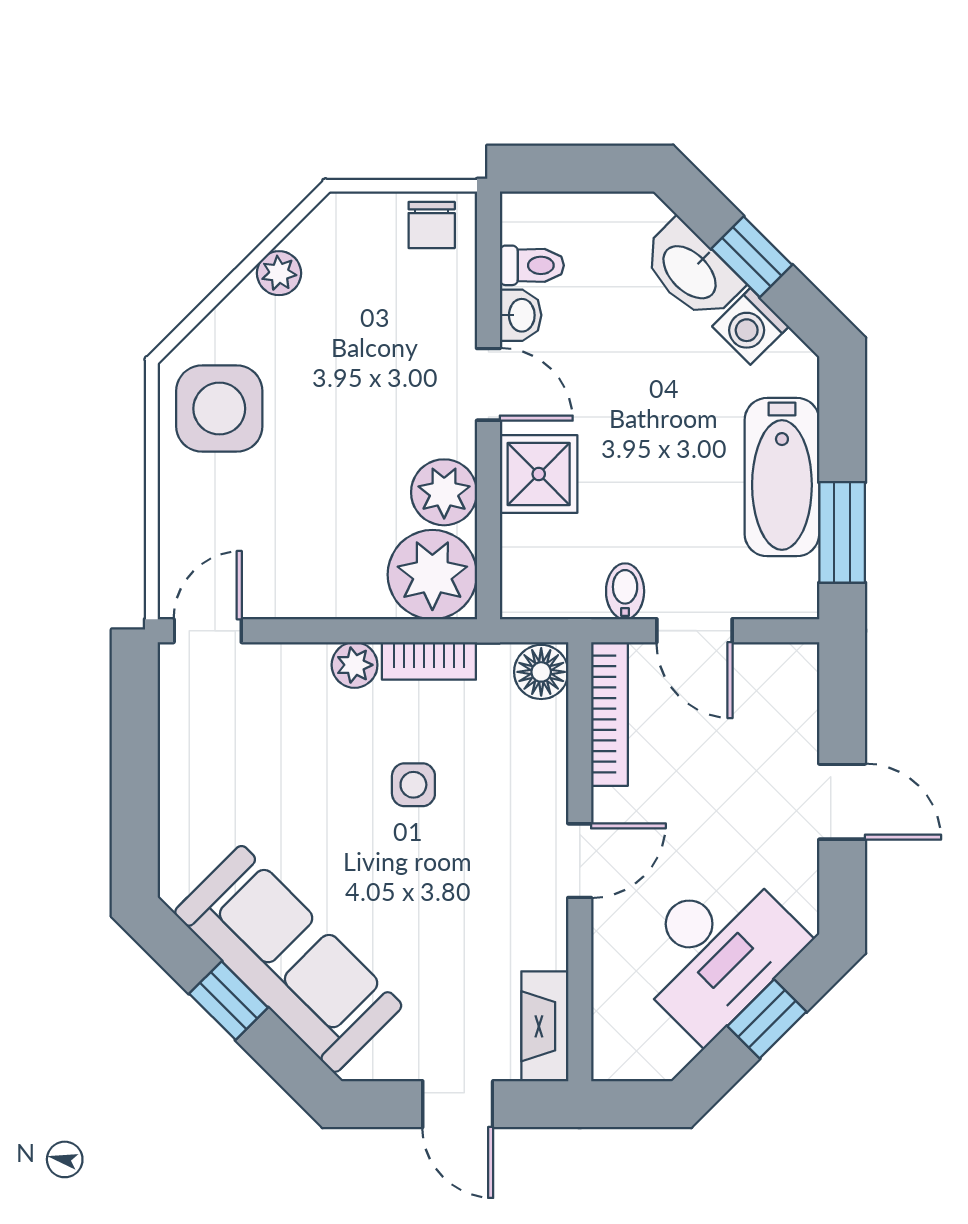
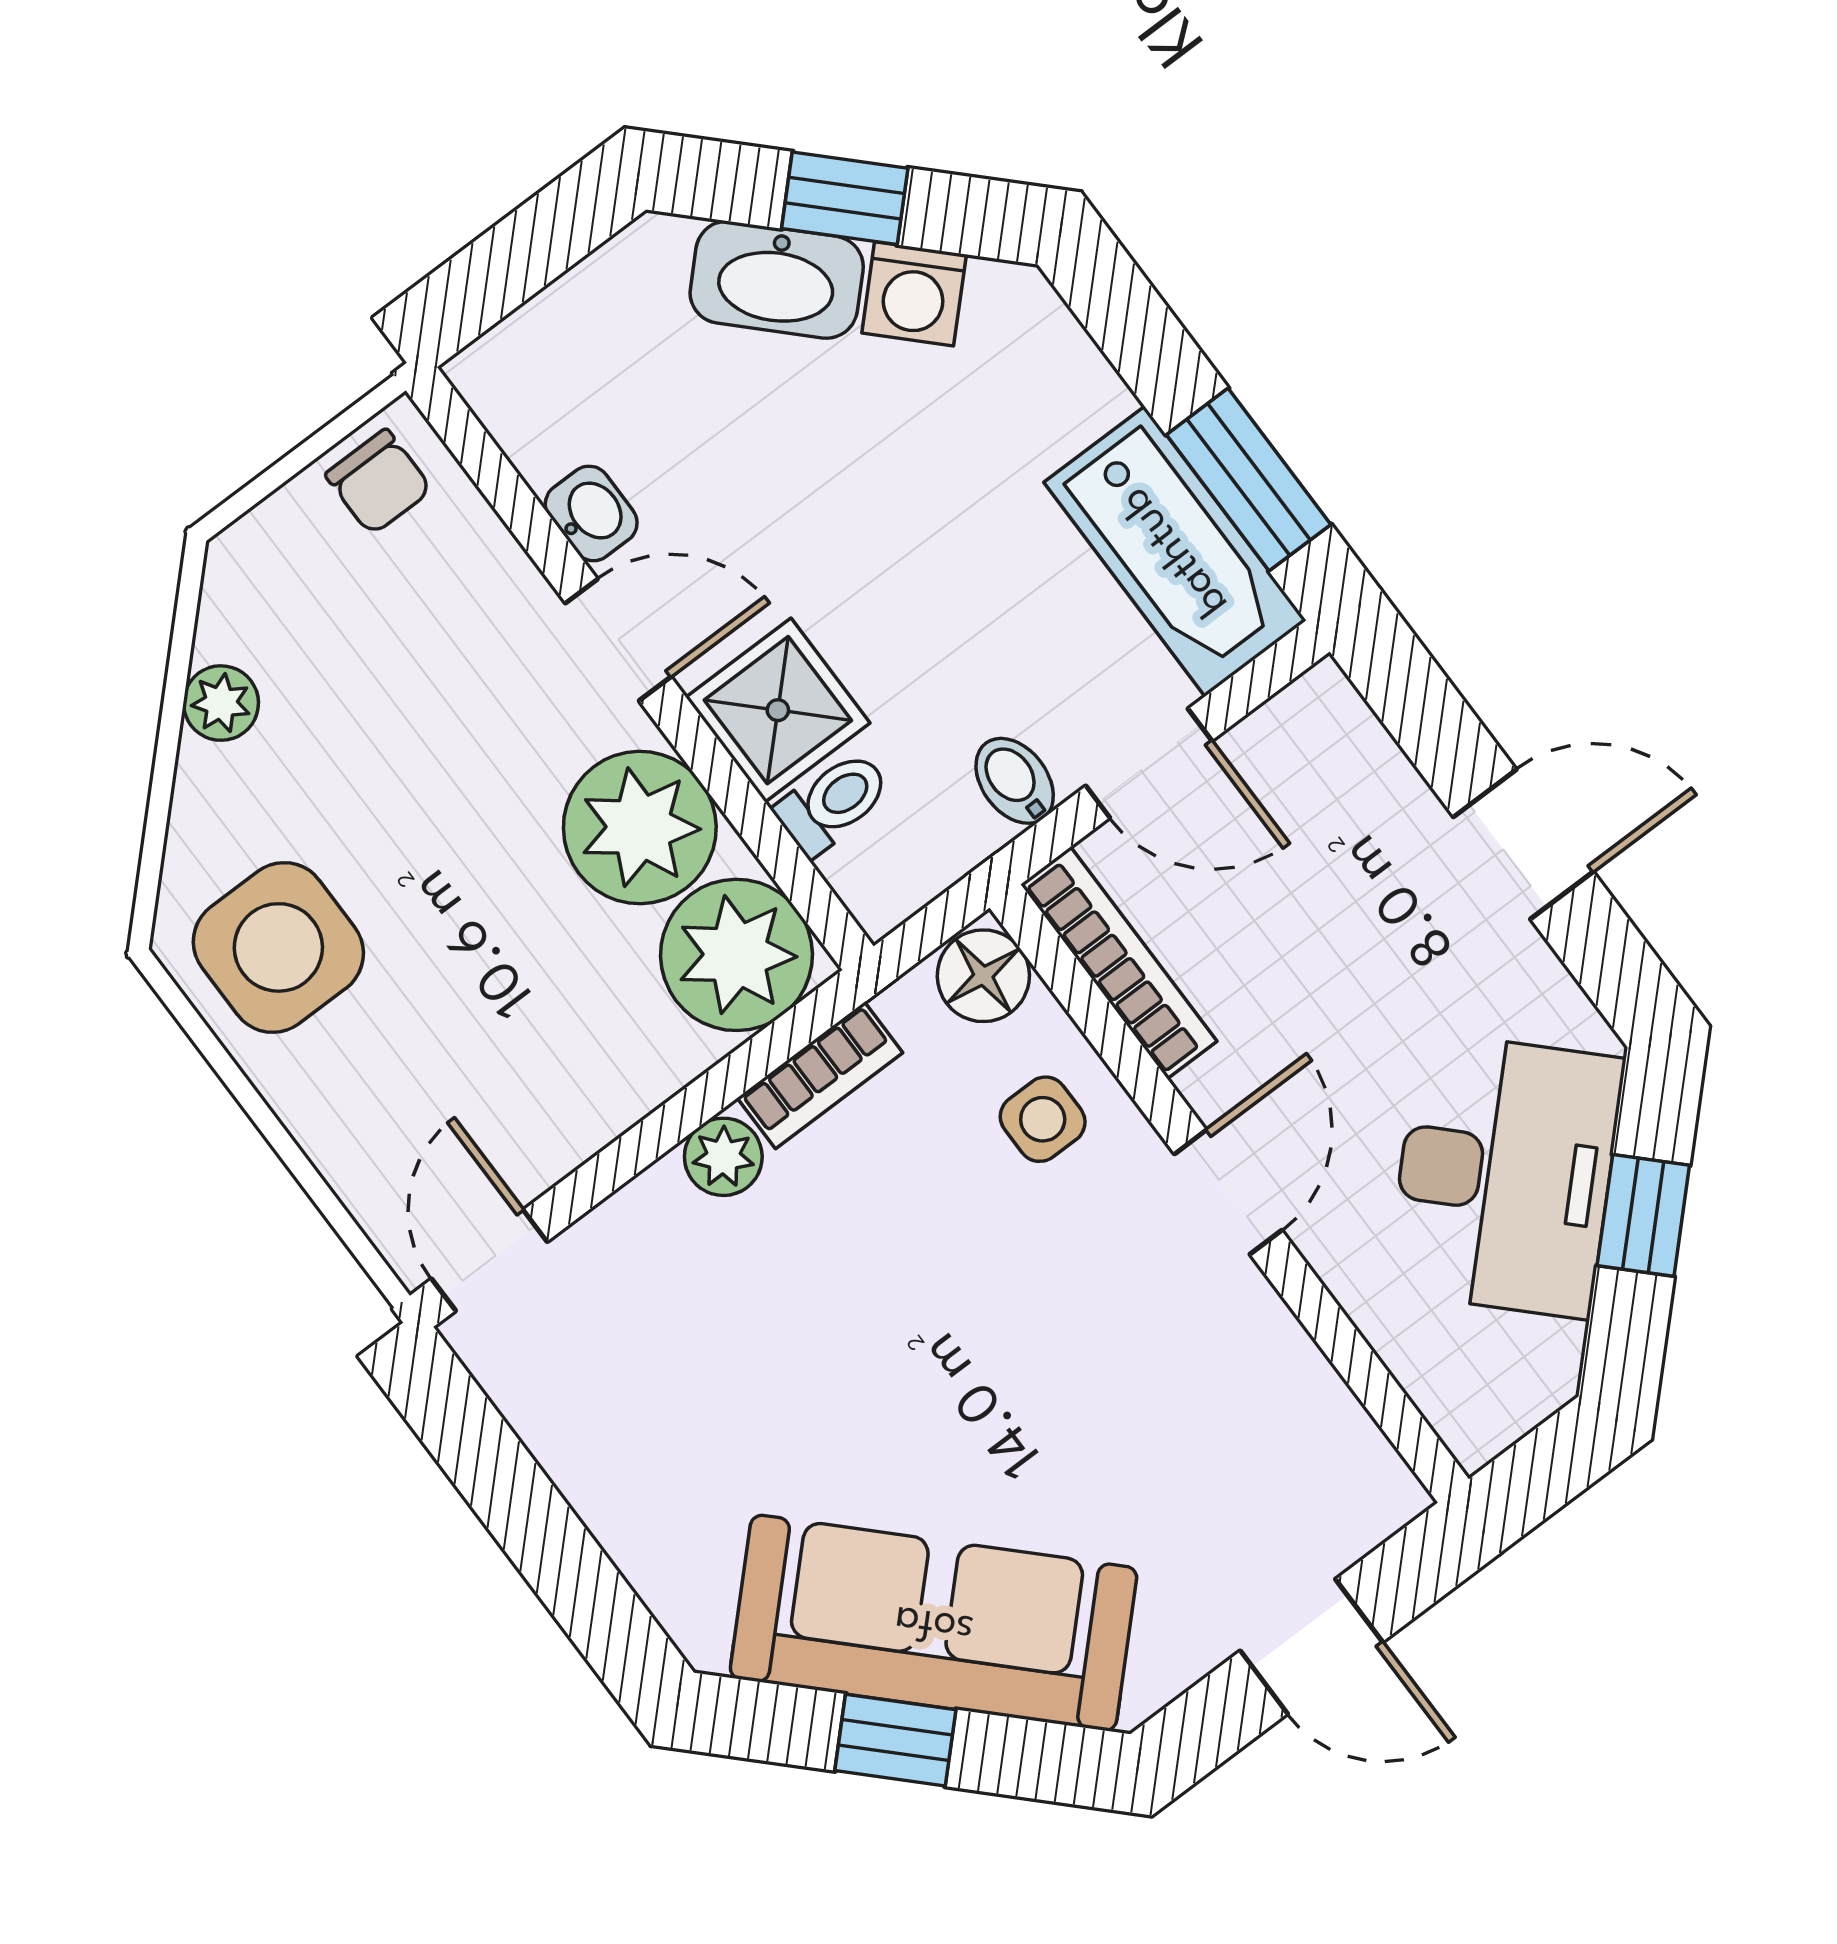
toilet: (532, 265) -> (833, 802), moved
bathtub: (782, 477) -> (1175, 551), moved
plant: (444, 492) -> (640, 828), width x1.36, depth x1.36
side table: (413, 785) -> (1043, 1119), moved
fireplace: (545, 1026) -> (1350, 1452), removed

